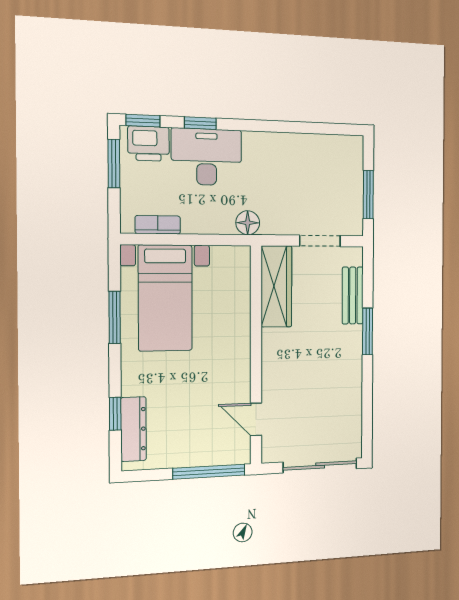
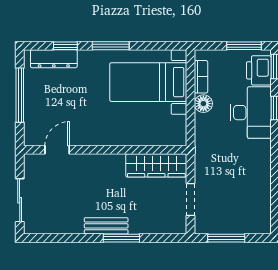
floor lamp: (248, 223) -> (203, 104), moved
bench: (353, 295) -> (106, 226), moved
window: (115, 317) -> (111, 46), moved
sliding door: (320, 465) -> (20, 200), width x0.73
window: (209, 472) -> (20, 95), moved

